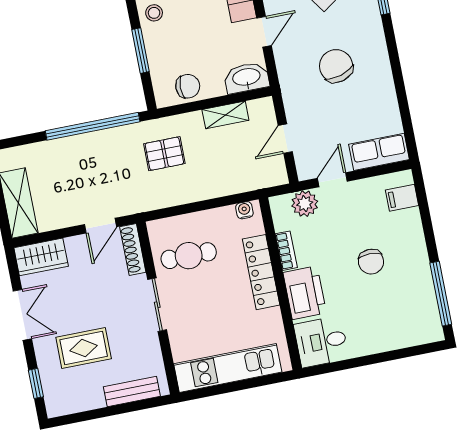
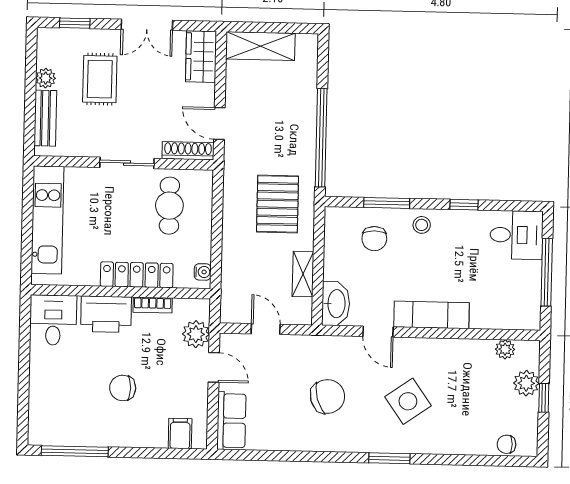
chair: (188, 86) -> (374, 239), moved
pallet: (164, 154) -> (278, 204), width x1.50, depth x1.42
plant: (94, 399) -> (46, 78), added

